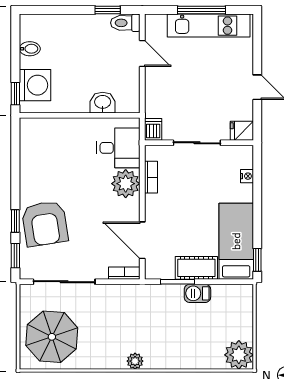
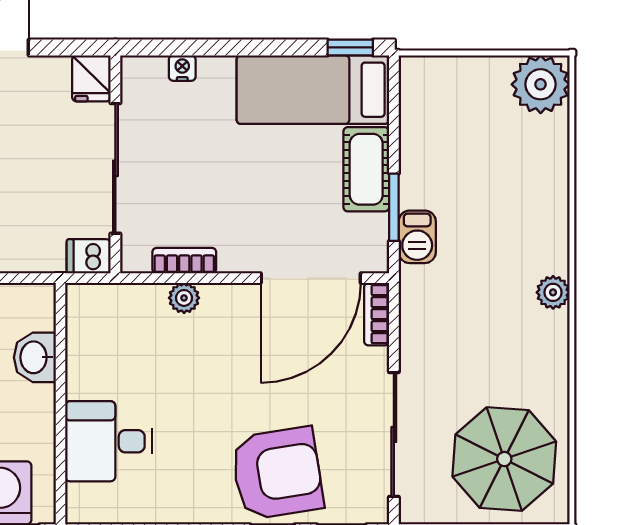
sliding door: (197, 143) -> (115, 168), width x1.37
desk: (118, 148) -> (108, 441), moved, turned -90
plant: (126, 184) -> (184, 298), width x0.53, depth x0.53
door: (142, 240) -> (311, 278), width x1.36
barbecue: (197, 293) -> (417, 237), moved

